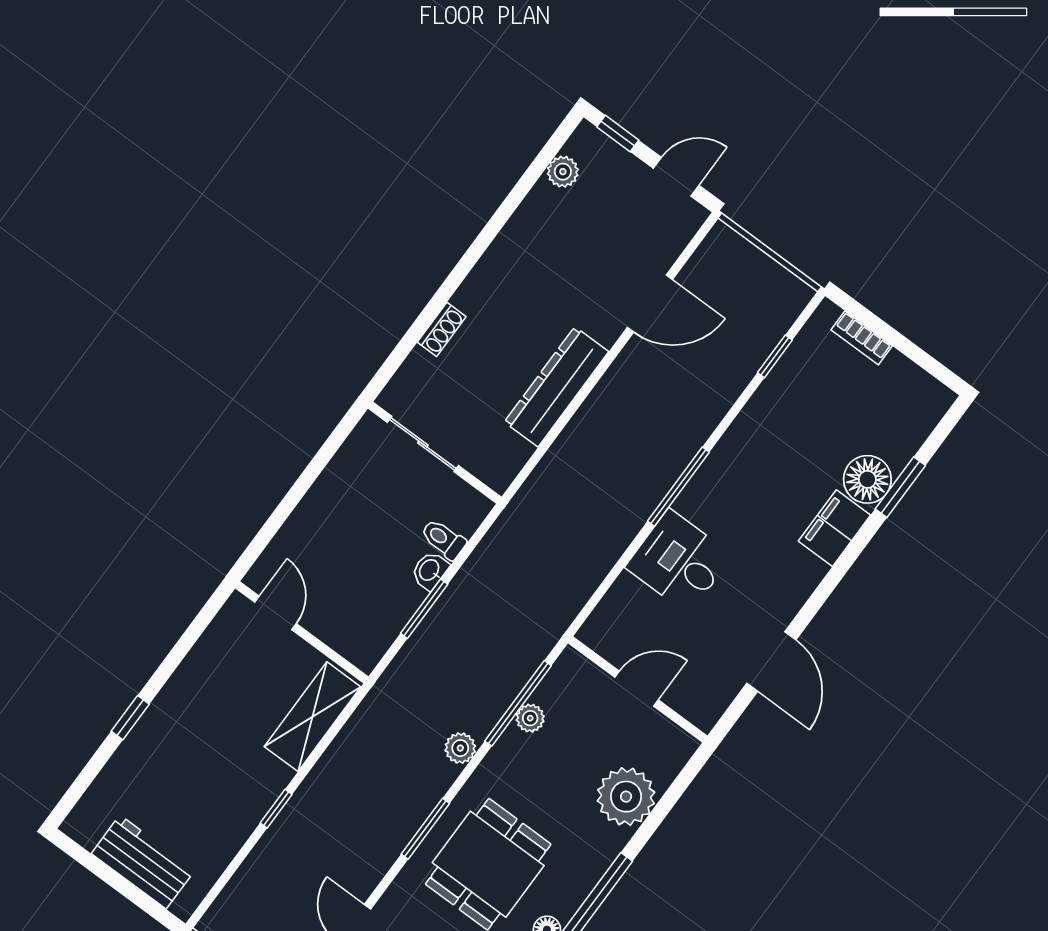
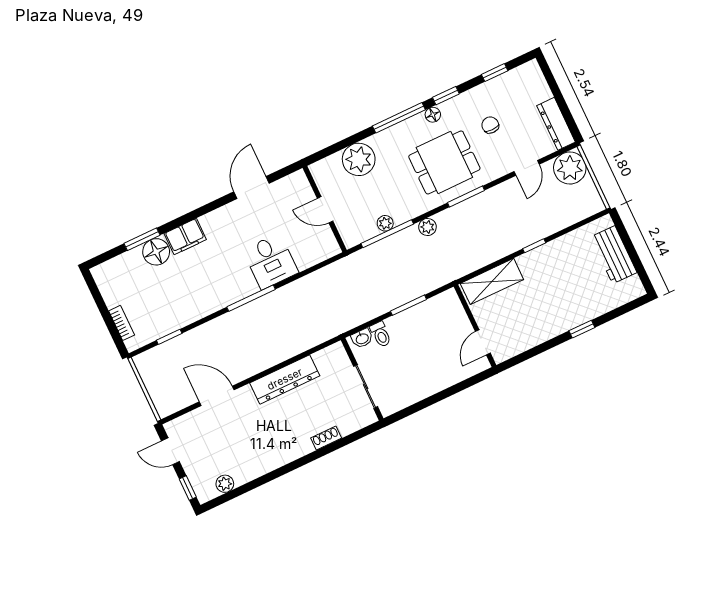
washbasin: (430, 570) -> (362, 338), moved

